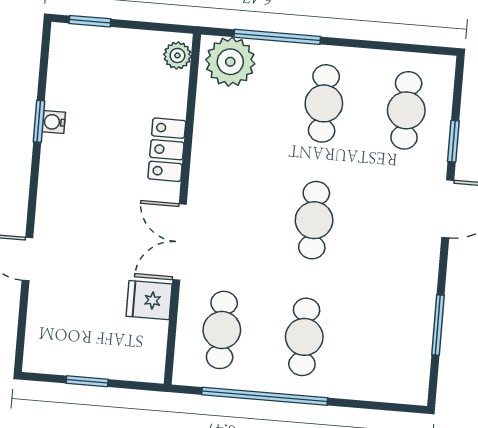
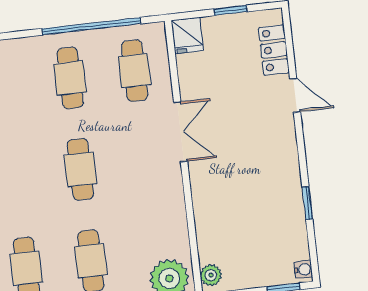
water cooler: (54, 122) -> (303, 269), moved
locker: (167, 150) -> (274, 50), moved, turned 180
fridge: (149, 300) -> (187, 35), moved, turned 90

